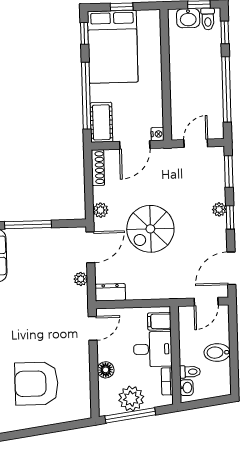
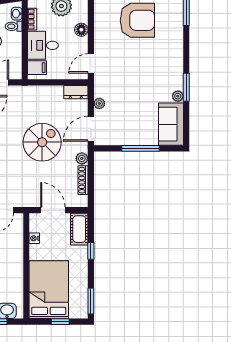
window: (84, 33) -> (91, 301), width x1.50
bed: (113, 47) -> (49, 290), moved
window: (86, 96) -> (91, 251), width x0.32
nightstand: (158, 134) -> (34, 238), moved
door: (135, 145) -> (53, 210), hinge flipped
shoe rack: (98, 168) -> (83, 180), moved

